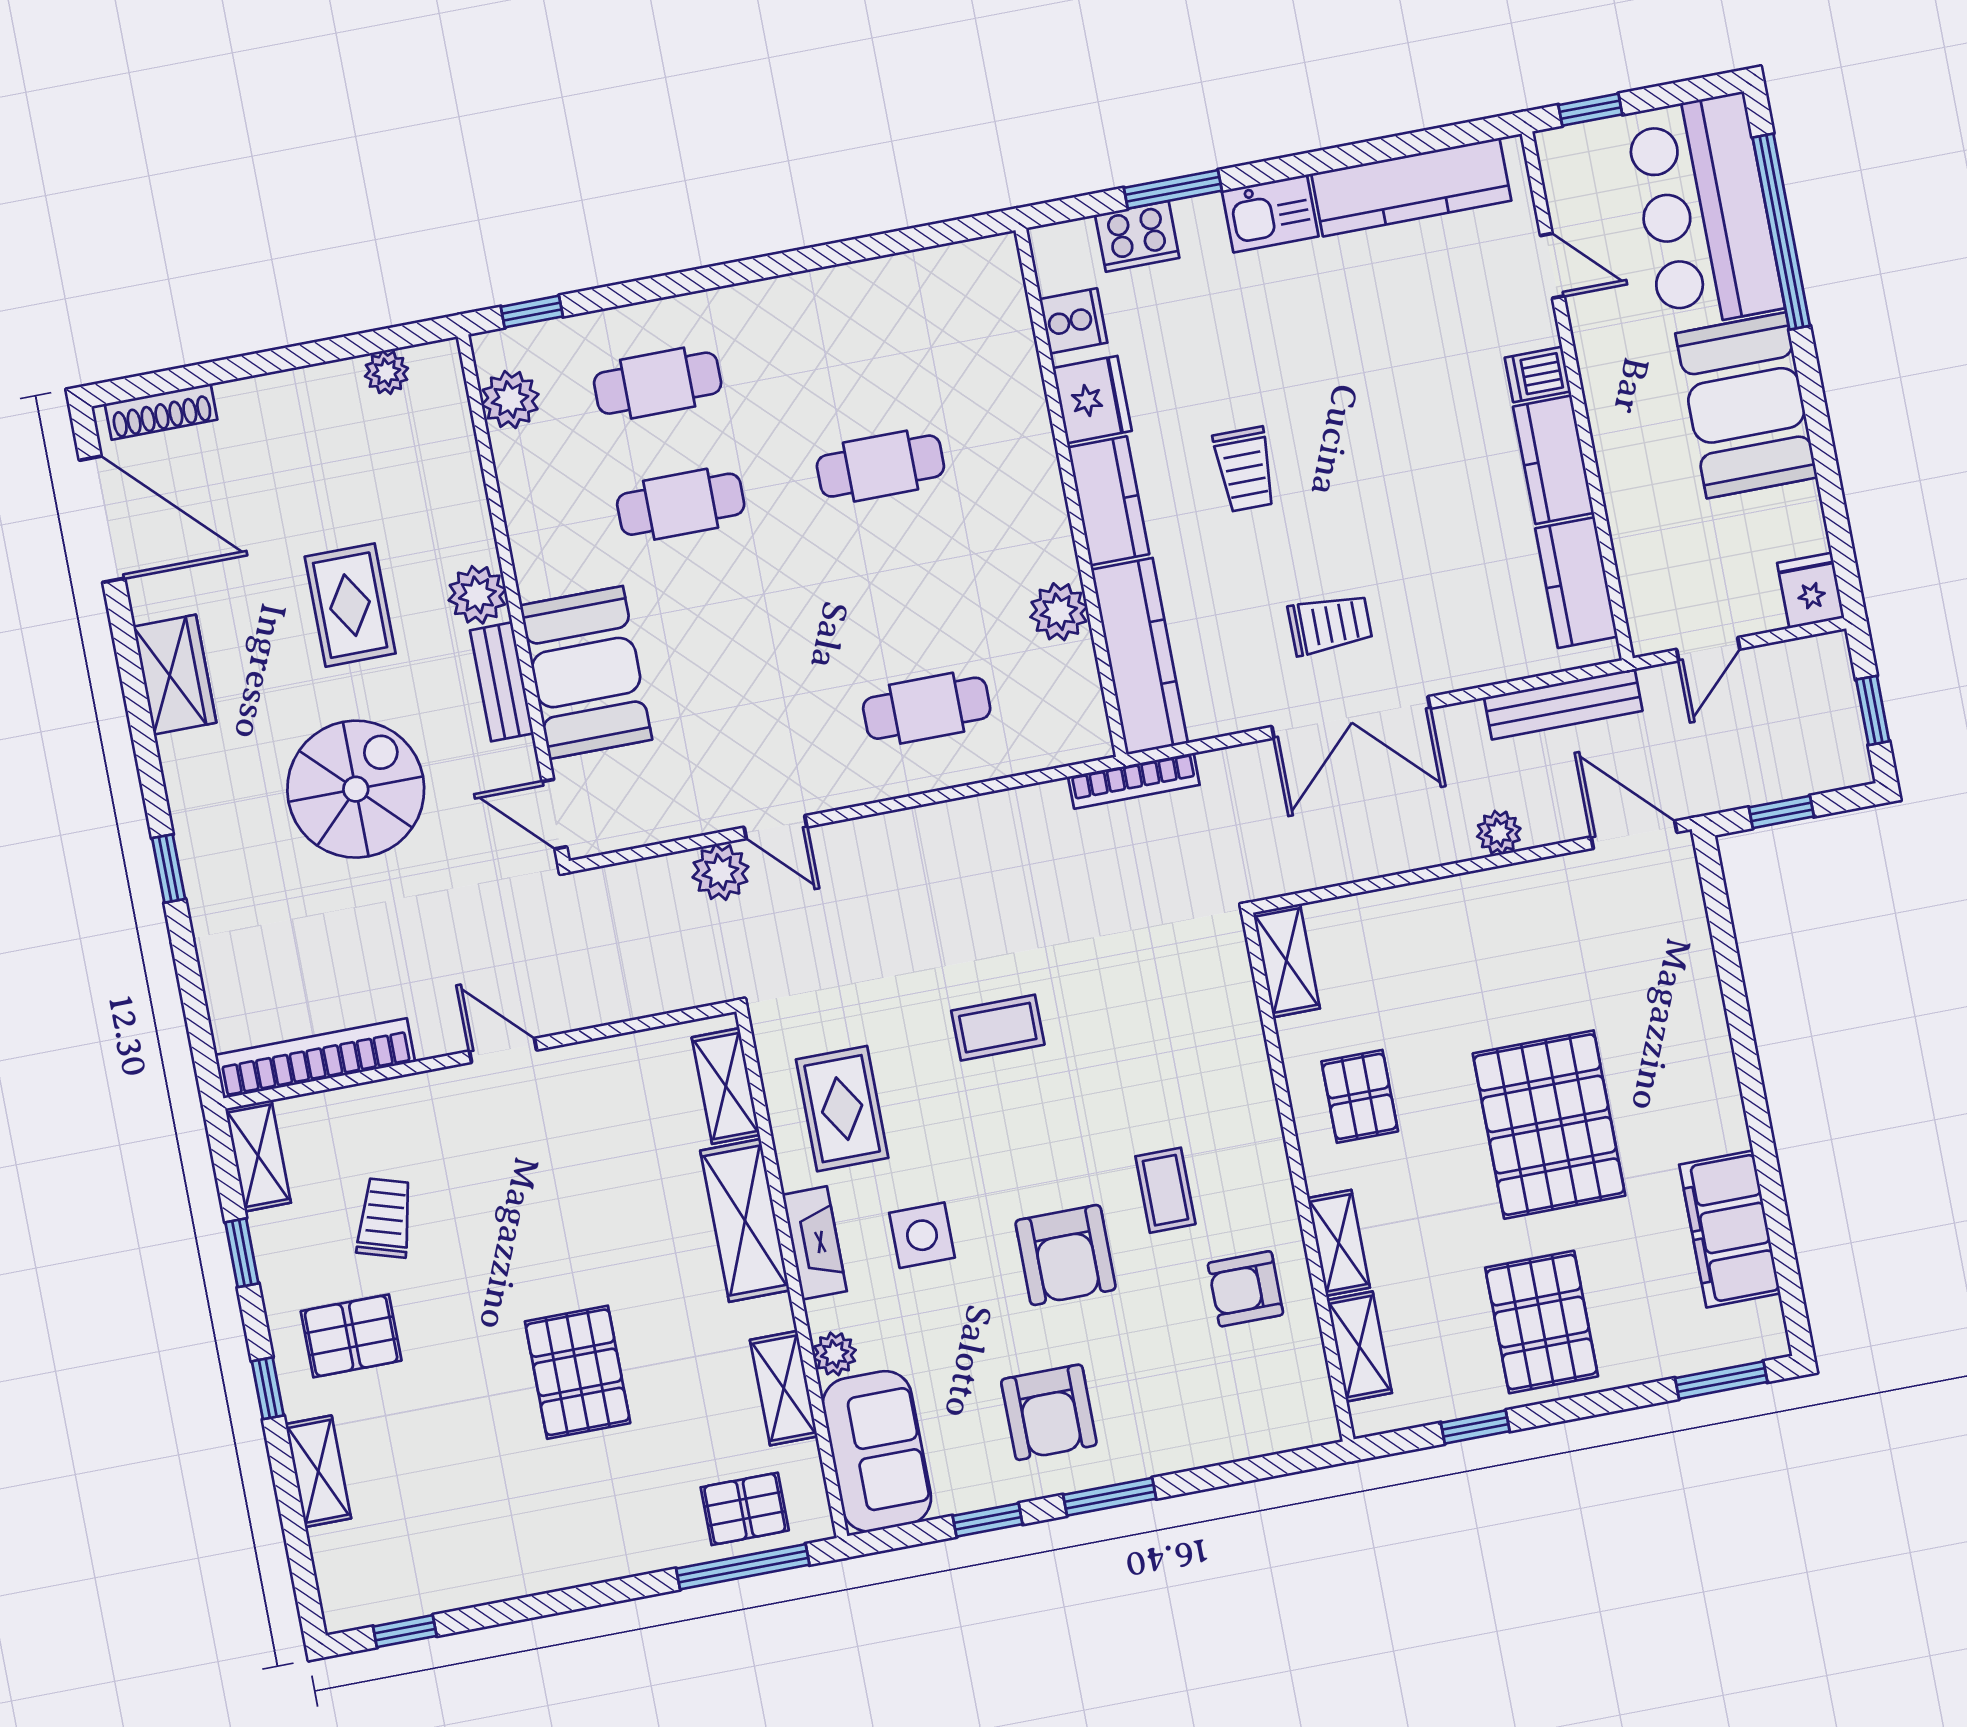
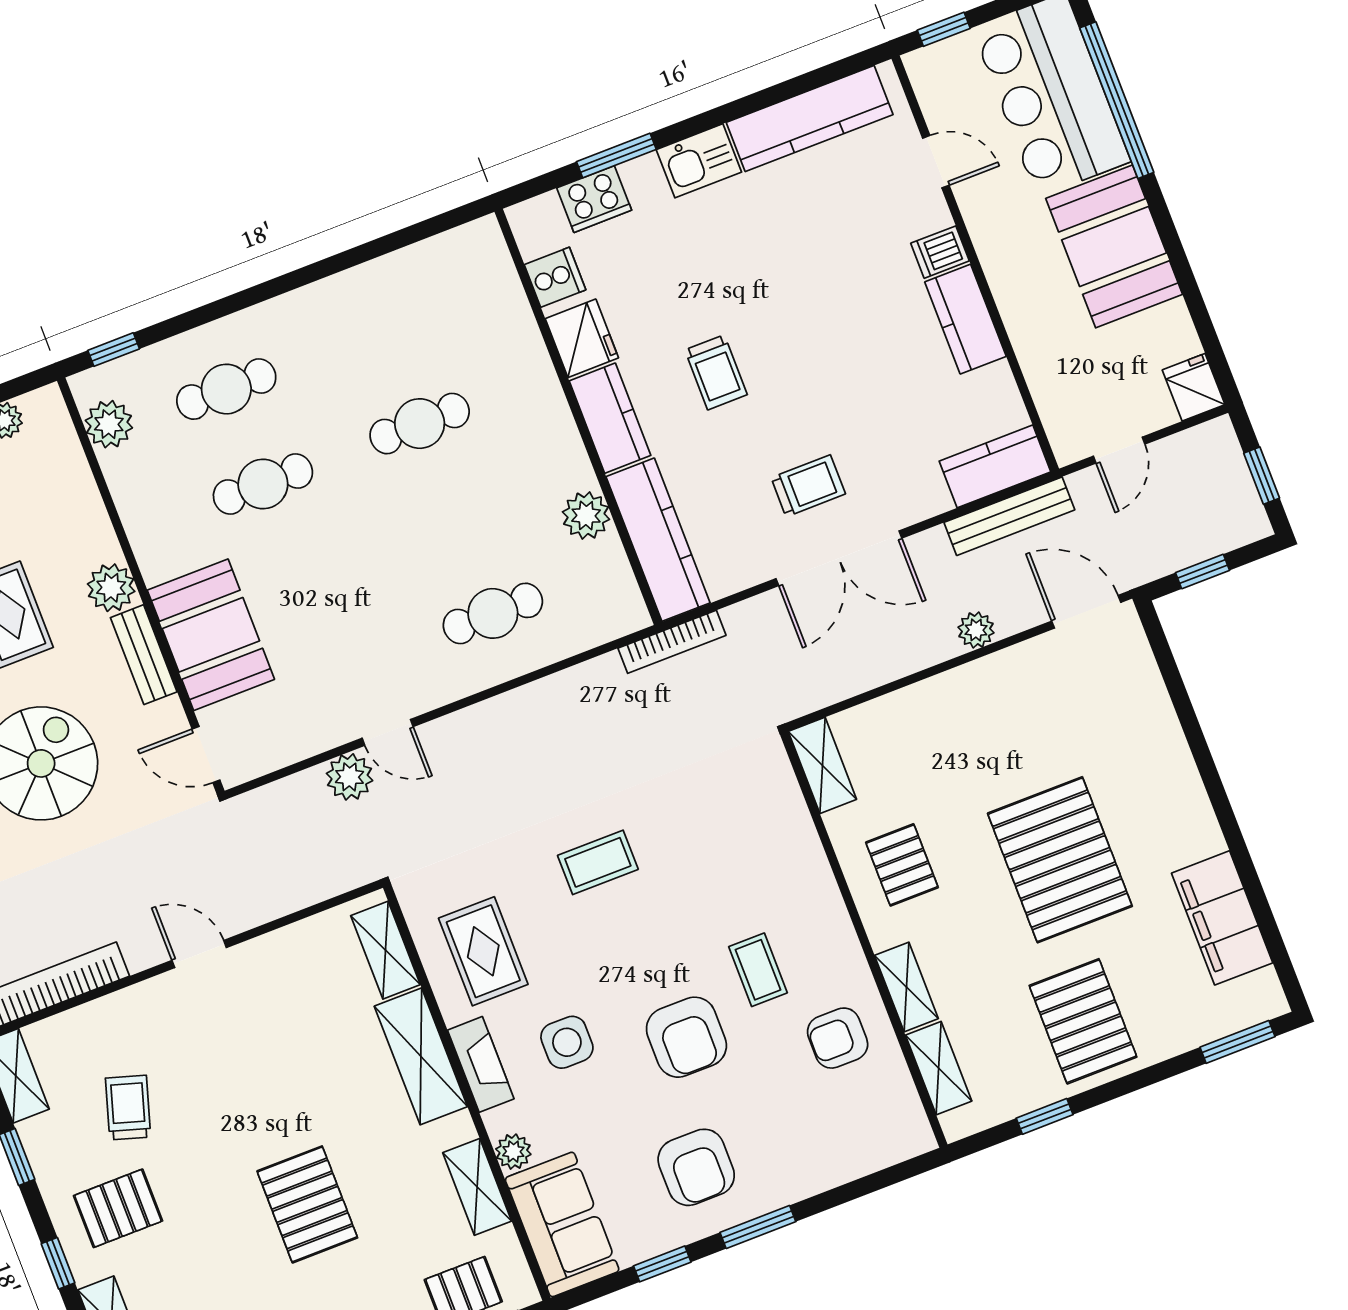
kitchen counter: (1576, 583) -> (995, 466), moved, turned 90

